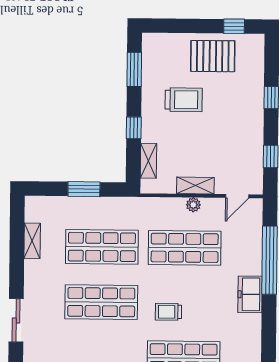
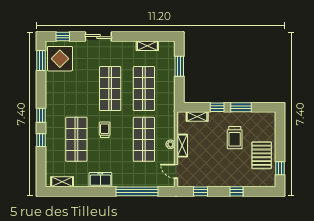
window: (134, 69) -> (241, 107), moved
window: (84, 189) -> (179, 66), moved
freezer: (250, 294) -> (100, 180), moved

